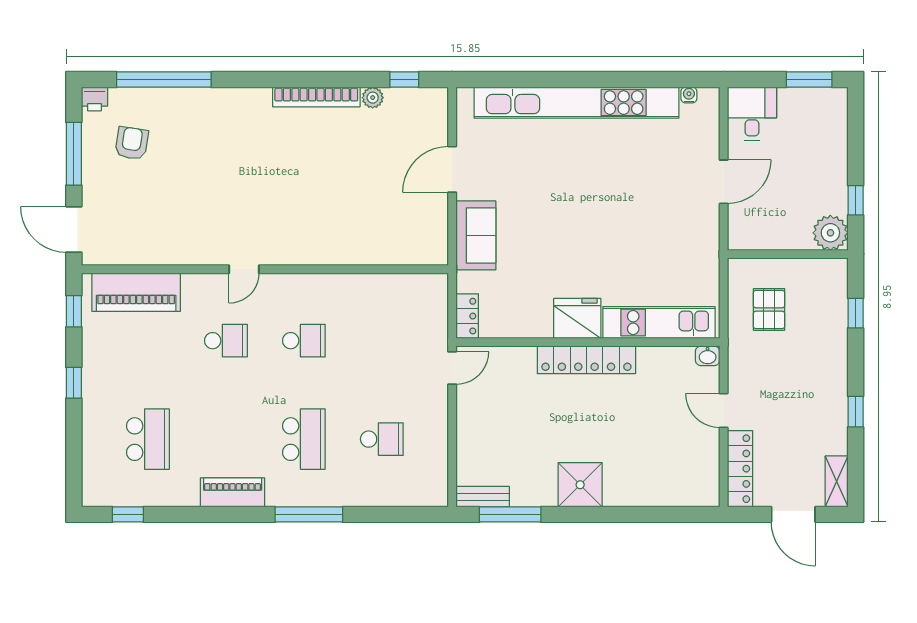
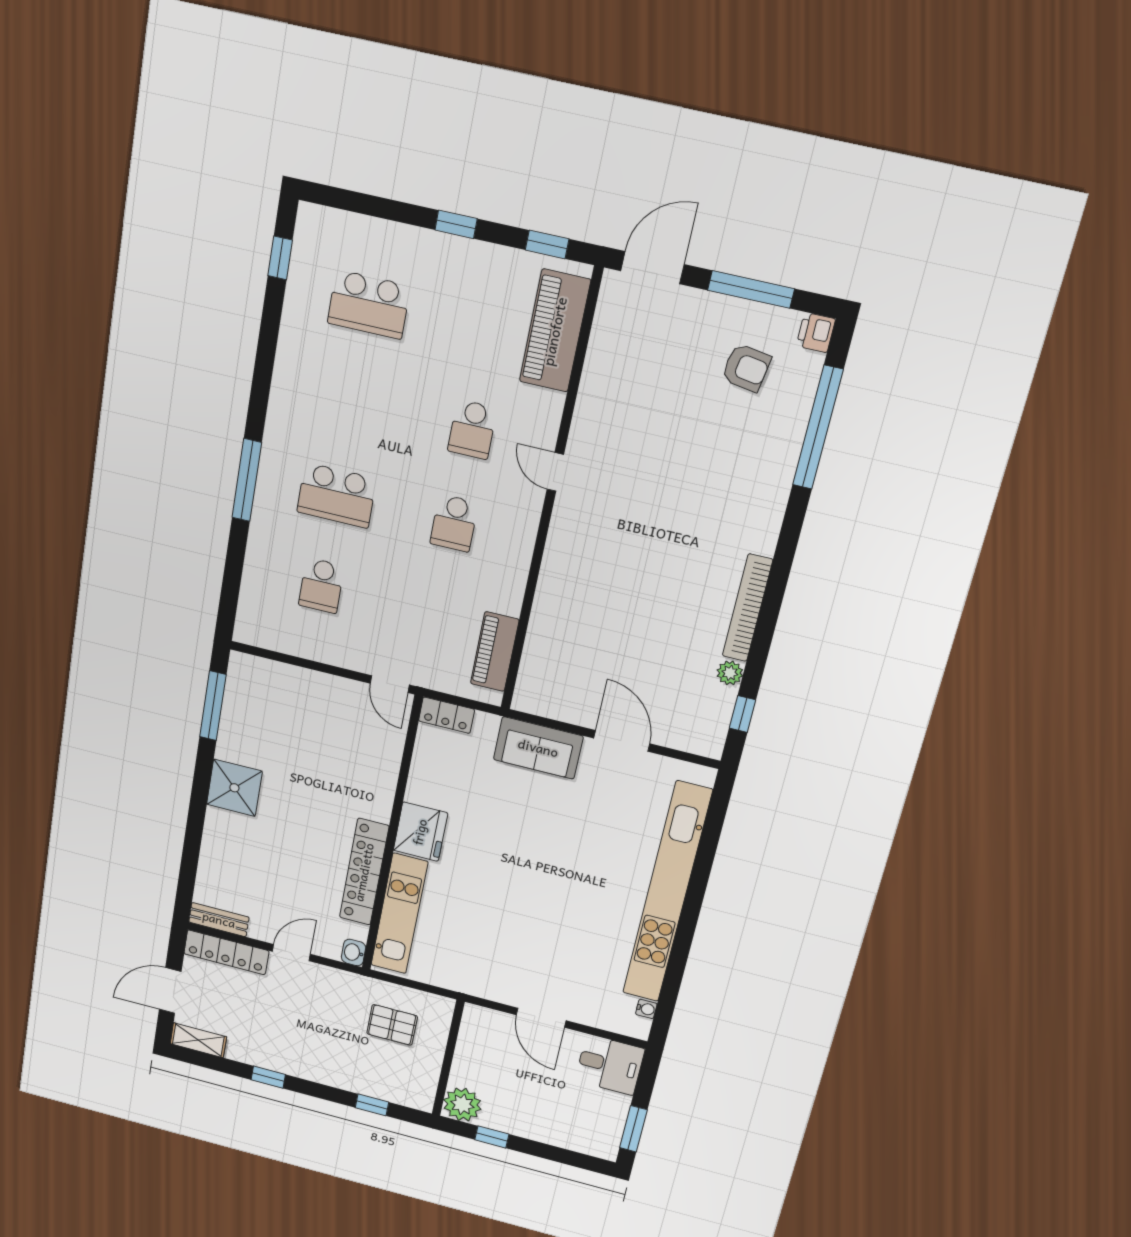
locker: (586, 360) -> (364, 872), moved
piano: (233, 492) -> (495, 652), moved, turned 180
bench: (483, 497) -> (219, 920), moved, turned 90

